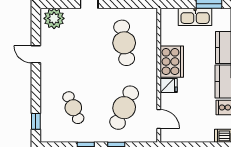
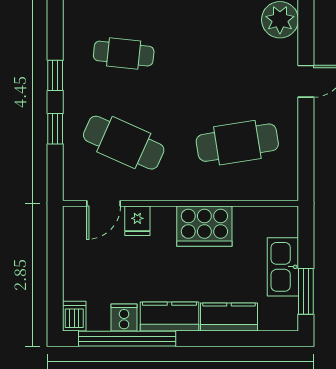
fridge: (169, 86) -> (137, 221), moved
cafe table: (73, 108) -> (124, 54), turned 30

